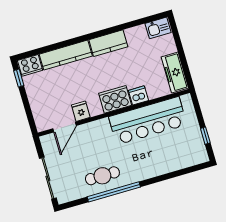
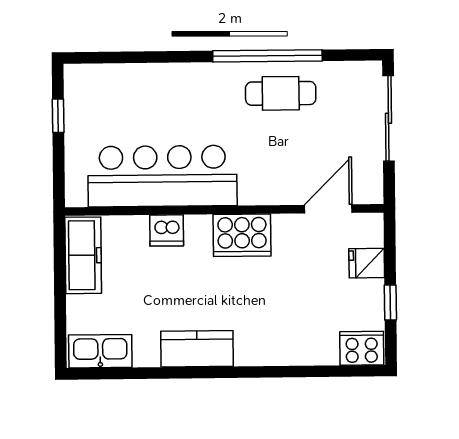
kitchen sink: (158, 28) -> (100, 351), width x1.38
kitchen counter: (66, 55) -> (286, 349), removed
window: (19, 78) -> (390, 302), moved
cooker: (115, 99) -> (242, 235), moved
fridge: (81, 111) -> (367, 263), moved, turned 90

